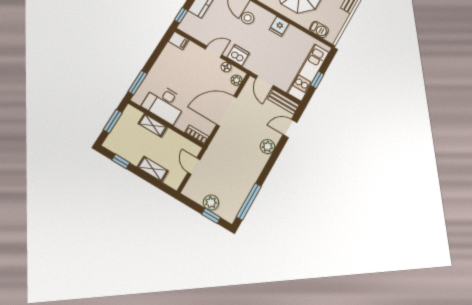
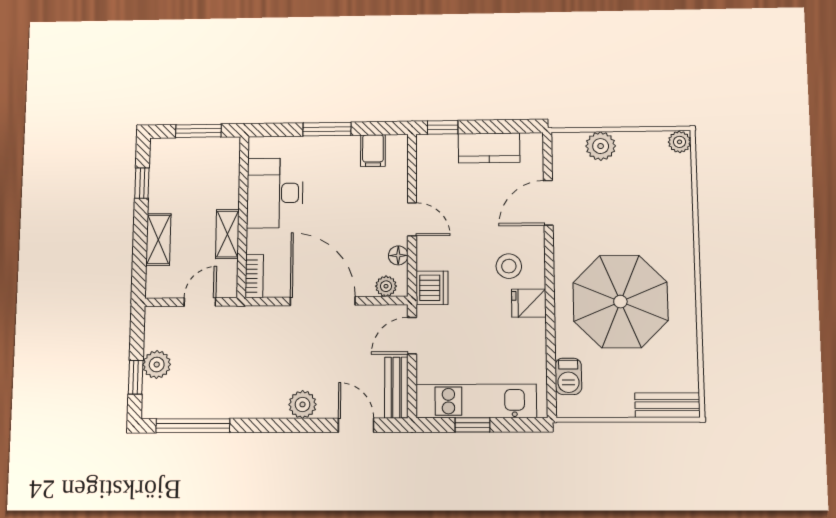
stool: (248, 18) -> (509, 266), moved
filing cabinet: (178, 41) -> (373, 151), moved
dishwasher: (238, 55) -> (432, 288), moved
window: (138, 83) -> (327, 129), moved
shelving: (153, 125) -> (227, 234), moved

